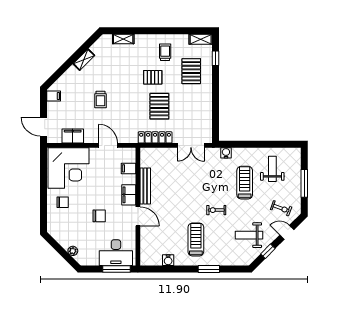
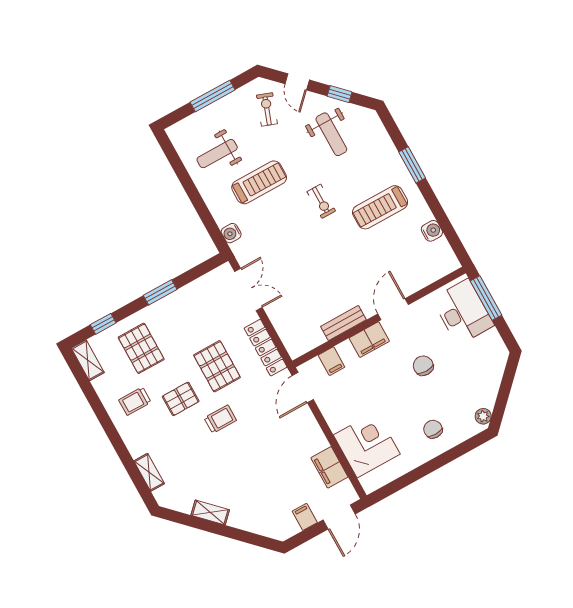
pallet: (191, 71) -> (141, 348), turned 90
pallet: (153, 77) -> (181, 399), turned 90
filing cabinet: (54, 96) -> (305, 517), moved
window: (215, 98) -> (160, 292), added
trolley: (100, 100) -> (220, 419), moved
pallet: (159, 106) -> (217, 366), turned 90
door: (108, 145) -> (303, 388), moved
corner desk: (68, 168) -> (367, 445), width x0.74, depth x0.74
treadmill: (245, 183) -> (259, 182), turned 180
bench: (145, 186) -> (343, 323), width x0.73
plant: (73, 251) -> (483, 416), moved

